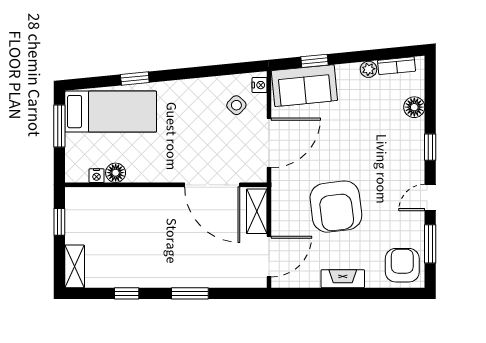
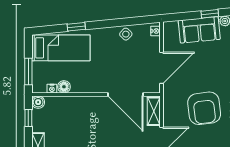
window: (315, 61) -> (210, 14), moved
sofa: (304, 86) -> (199, 30), moved
side table: (236, 105) -> (126, 34), moved
window: (59, 126) -> (28, 71), moved
boiler: (75, 197) -> (38, 102), added

